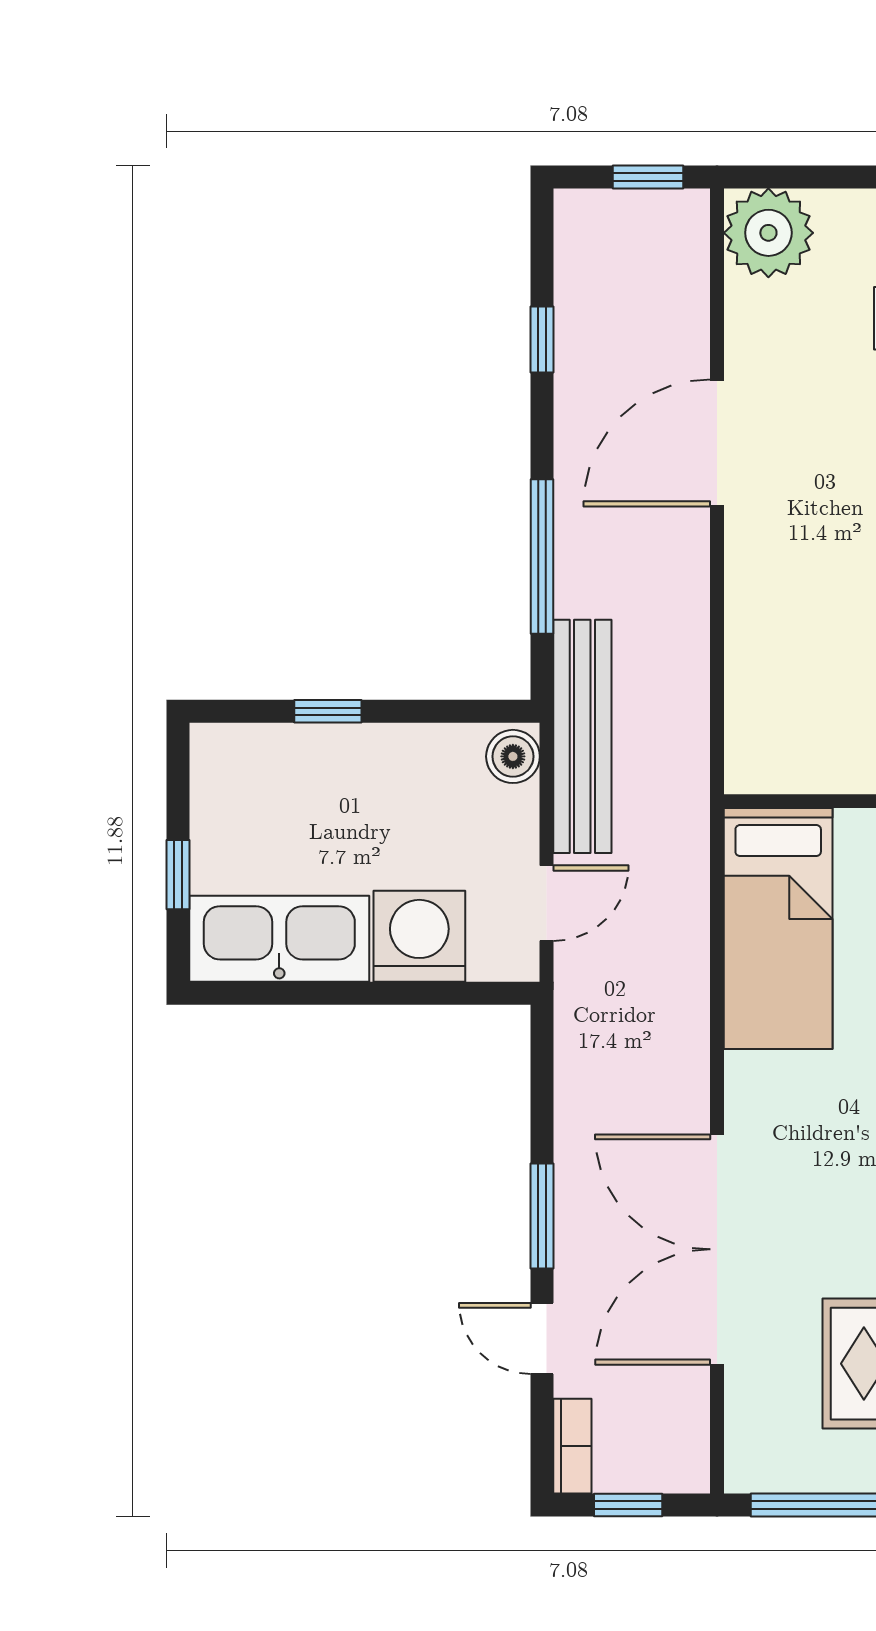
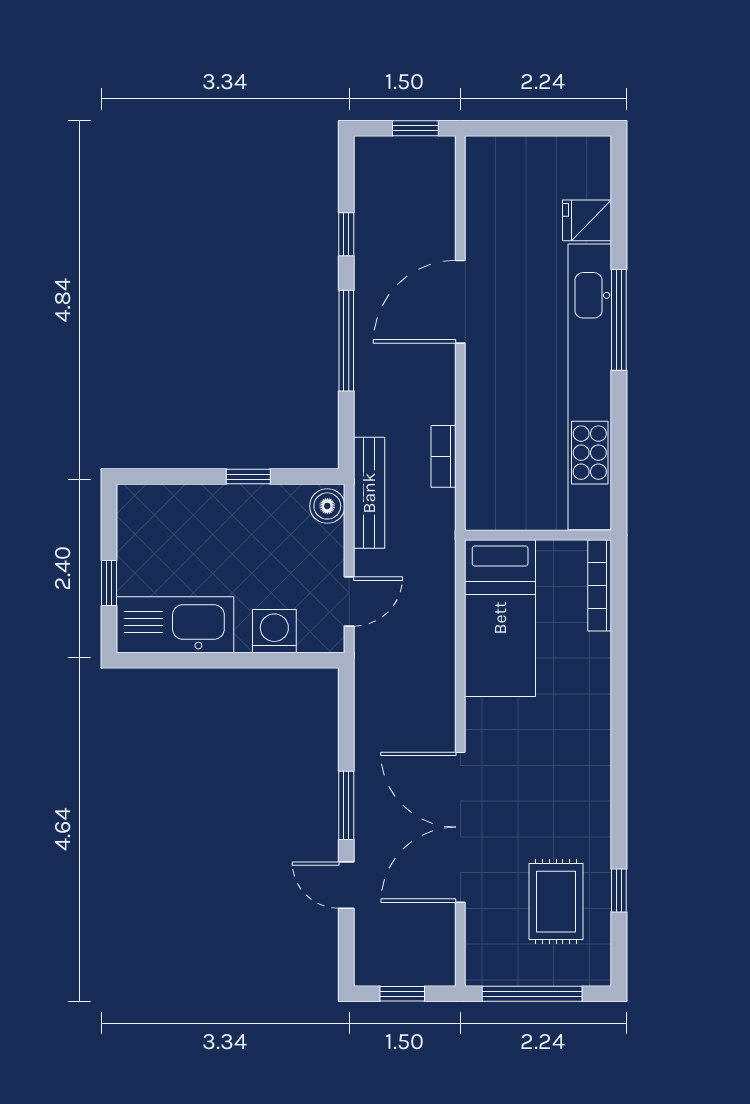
plant: (768, 233) -> (494, 165), removed
window: (542, 557) -> (346, 341), moved
window: (328, 711) -> (248, 477), moved
bench: (582, 736) -> (369, 493), width x0.73, depth x0.82
washing machine: (419, 936) -> (274, 631), width x0.73, depth x0.73
bookcase: (572, 1446) -> (443, 456), moved, turned 180

